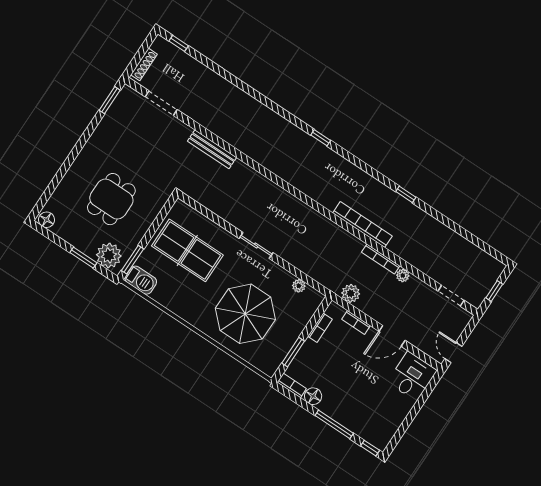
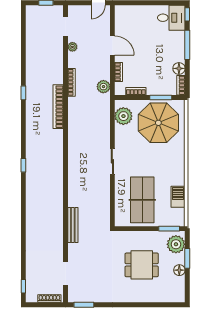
floor lamp: (47, 220) -> (179, 270), moved
plant: (403, 276) -> (72, 47), moved
barbecue: (141, 280) -> (178, 197), moved
plant: (299, 286) -> (123, 116), width x1.87, depth x1.87
parasol: (245, 314) -> (158, 123), moved
desk: (412, 376) -> (171, 18), moved, turned 180

